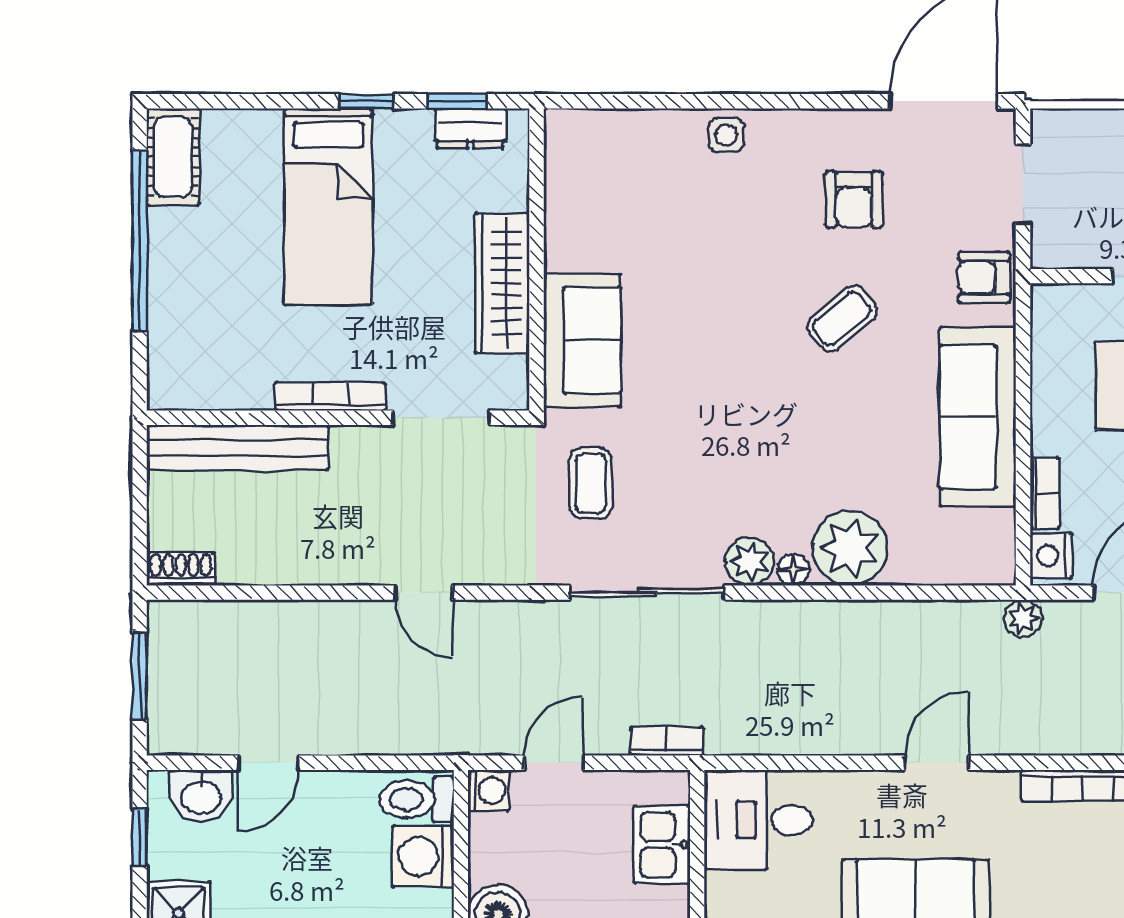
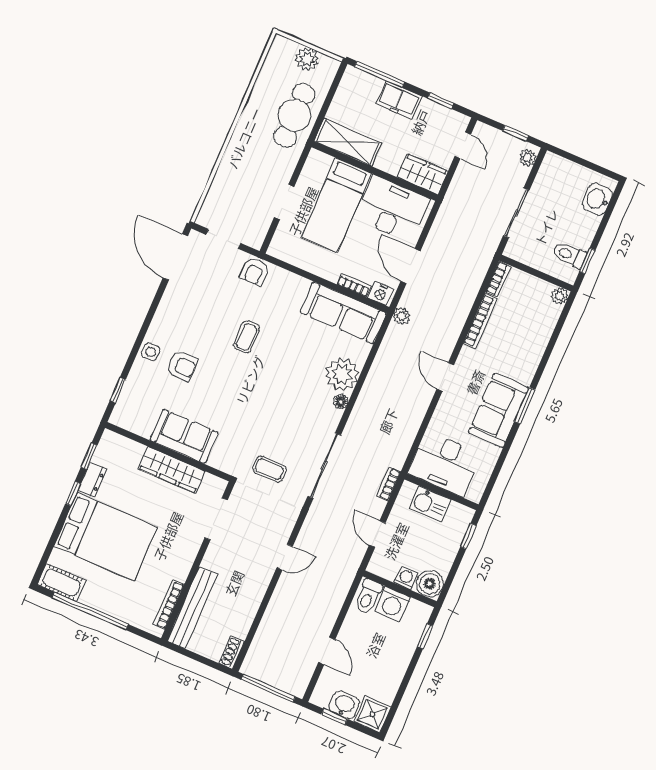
window: (618, 101) -> (118, 390), added
dresser: (470, 128) -> (92, 480), moved
armchair: (854, 200) -> (182, 366), moved
bed: (328, 206) -> (105, 537), width x1.50
coffee table: (842, 319) -> (246, 337), turned 40
sofa: (582, 340) -> (184, 436), moved
bookcase: (330, 397) -> (169, 605), moved
sofa: (978, 417) -> (343, 313), moved
plant: (749, 561) -> (330, 418), removed
window: (140, 676) -> (268, 688), width x1.44
washing machine: (489, 790) -> (406, 578), moved
washbasin: (201, 796) -> (344, 705), moved, turned -90
desk: (758, 820) -> (445, 464), width x1.37

